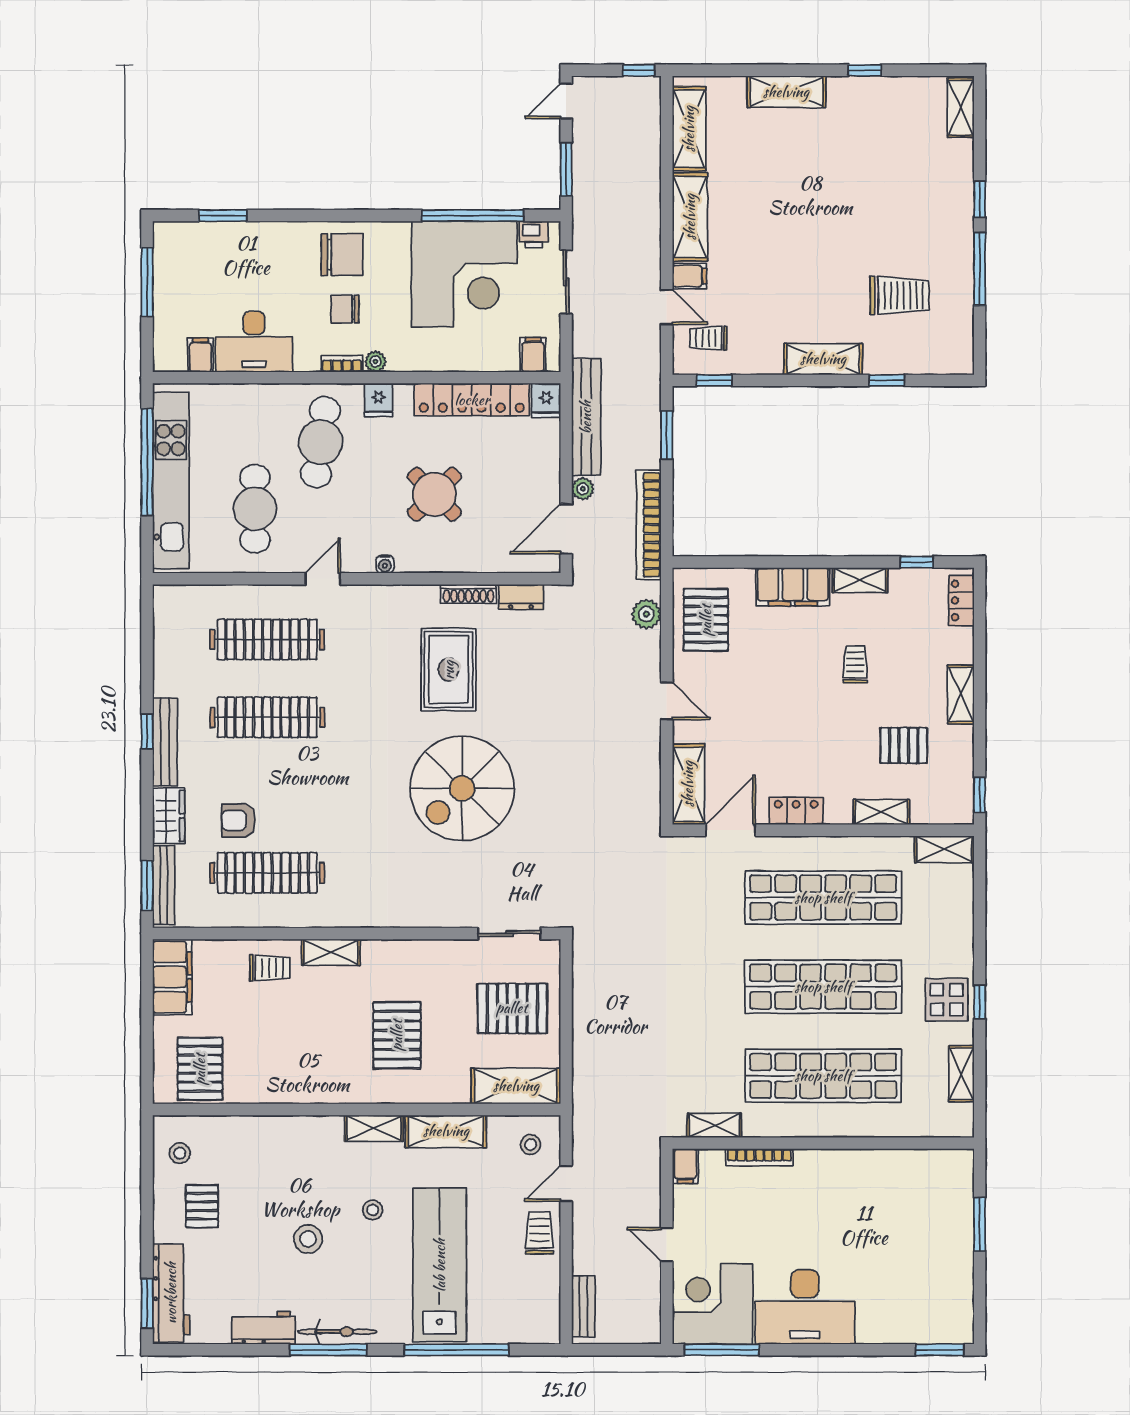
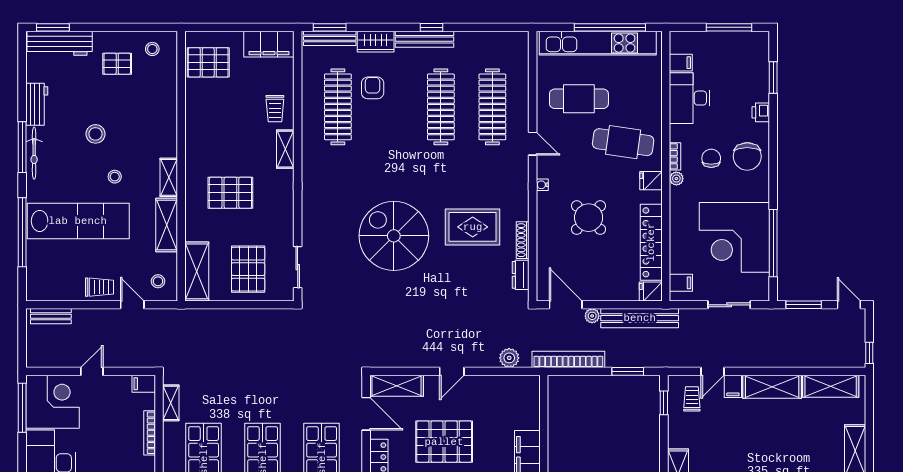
printer: (534, 234) -> (761, 112), moved
pallet: (706, 620) -> (444, 442), moved, width x1.37, depth x1.41

